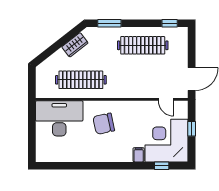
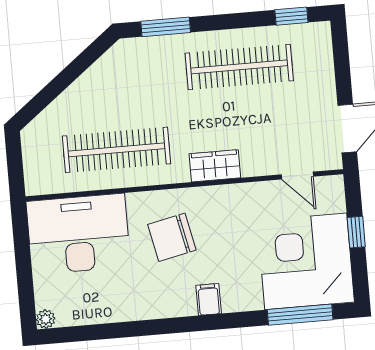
wardrobe: (75, 45) -> (215, 166), moved, turned -142
filing cabinet: (139, 155) -> (209, 299), moved
plant: (40, 157) -> (46, 319), added
window: (162, 166) -> (300, 315), width x2.17

